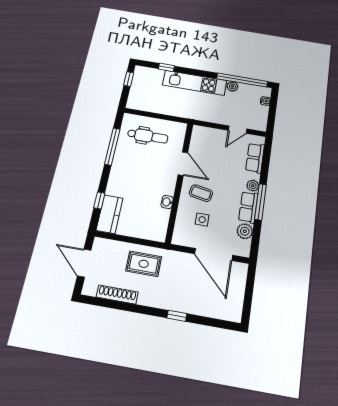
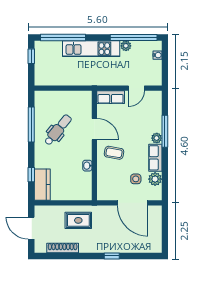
window: (166, 67) -> (63, 38), width x3.17
dental chair: (148, 136) -> (58, 130), moved, turned -51
row of seats: (255, 158) -> (111, 97), moved, turned -90
window: (261, 202) -> (165, 131), moved
side table: (202, 220) -> (136, 179), moved

